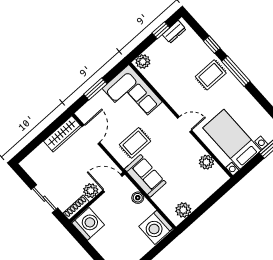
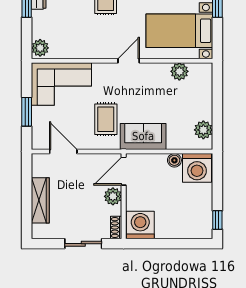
wardrobe: (63, 134) -> (40, 200), moved
boiler: (138, 198) -> (174, 160), moved
shoe rack: (76, 208) -> (116, 228), width x0.70

